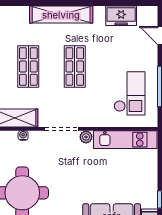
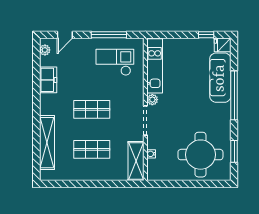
plant: (144, 12) -> (45, 50), added
shelving: (61, 15) -> (47, 143), moved
freezer: (121, 16) -> (48, 80), moved

